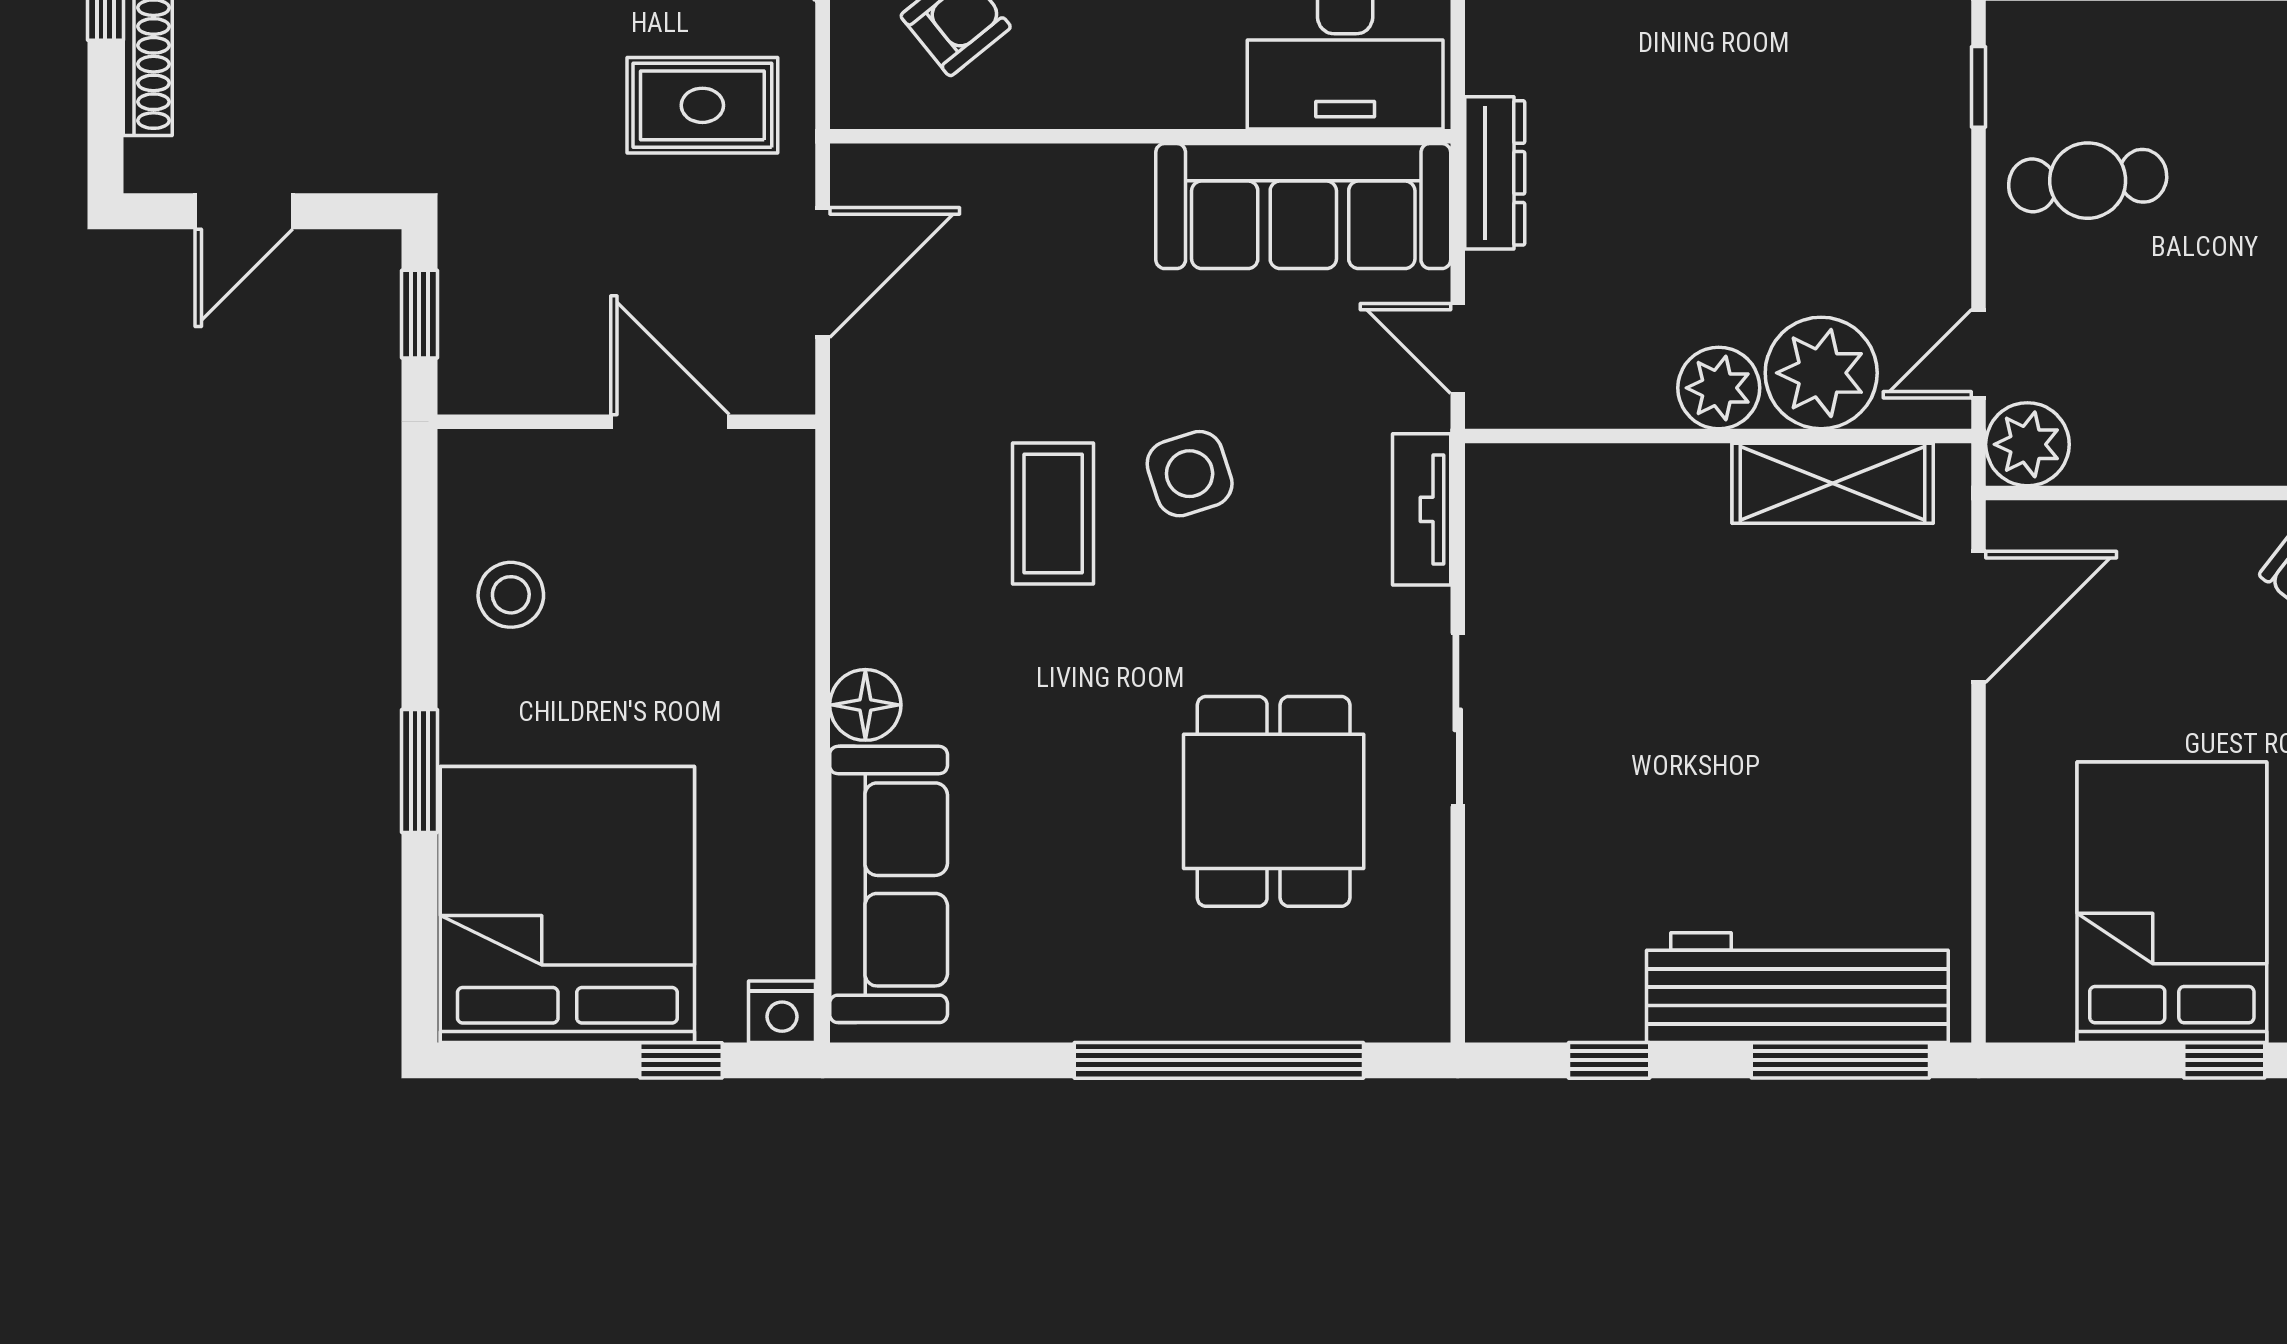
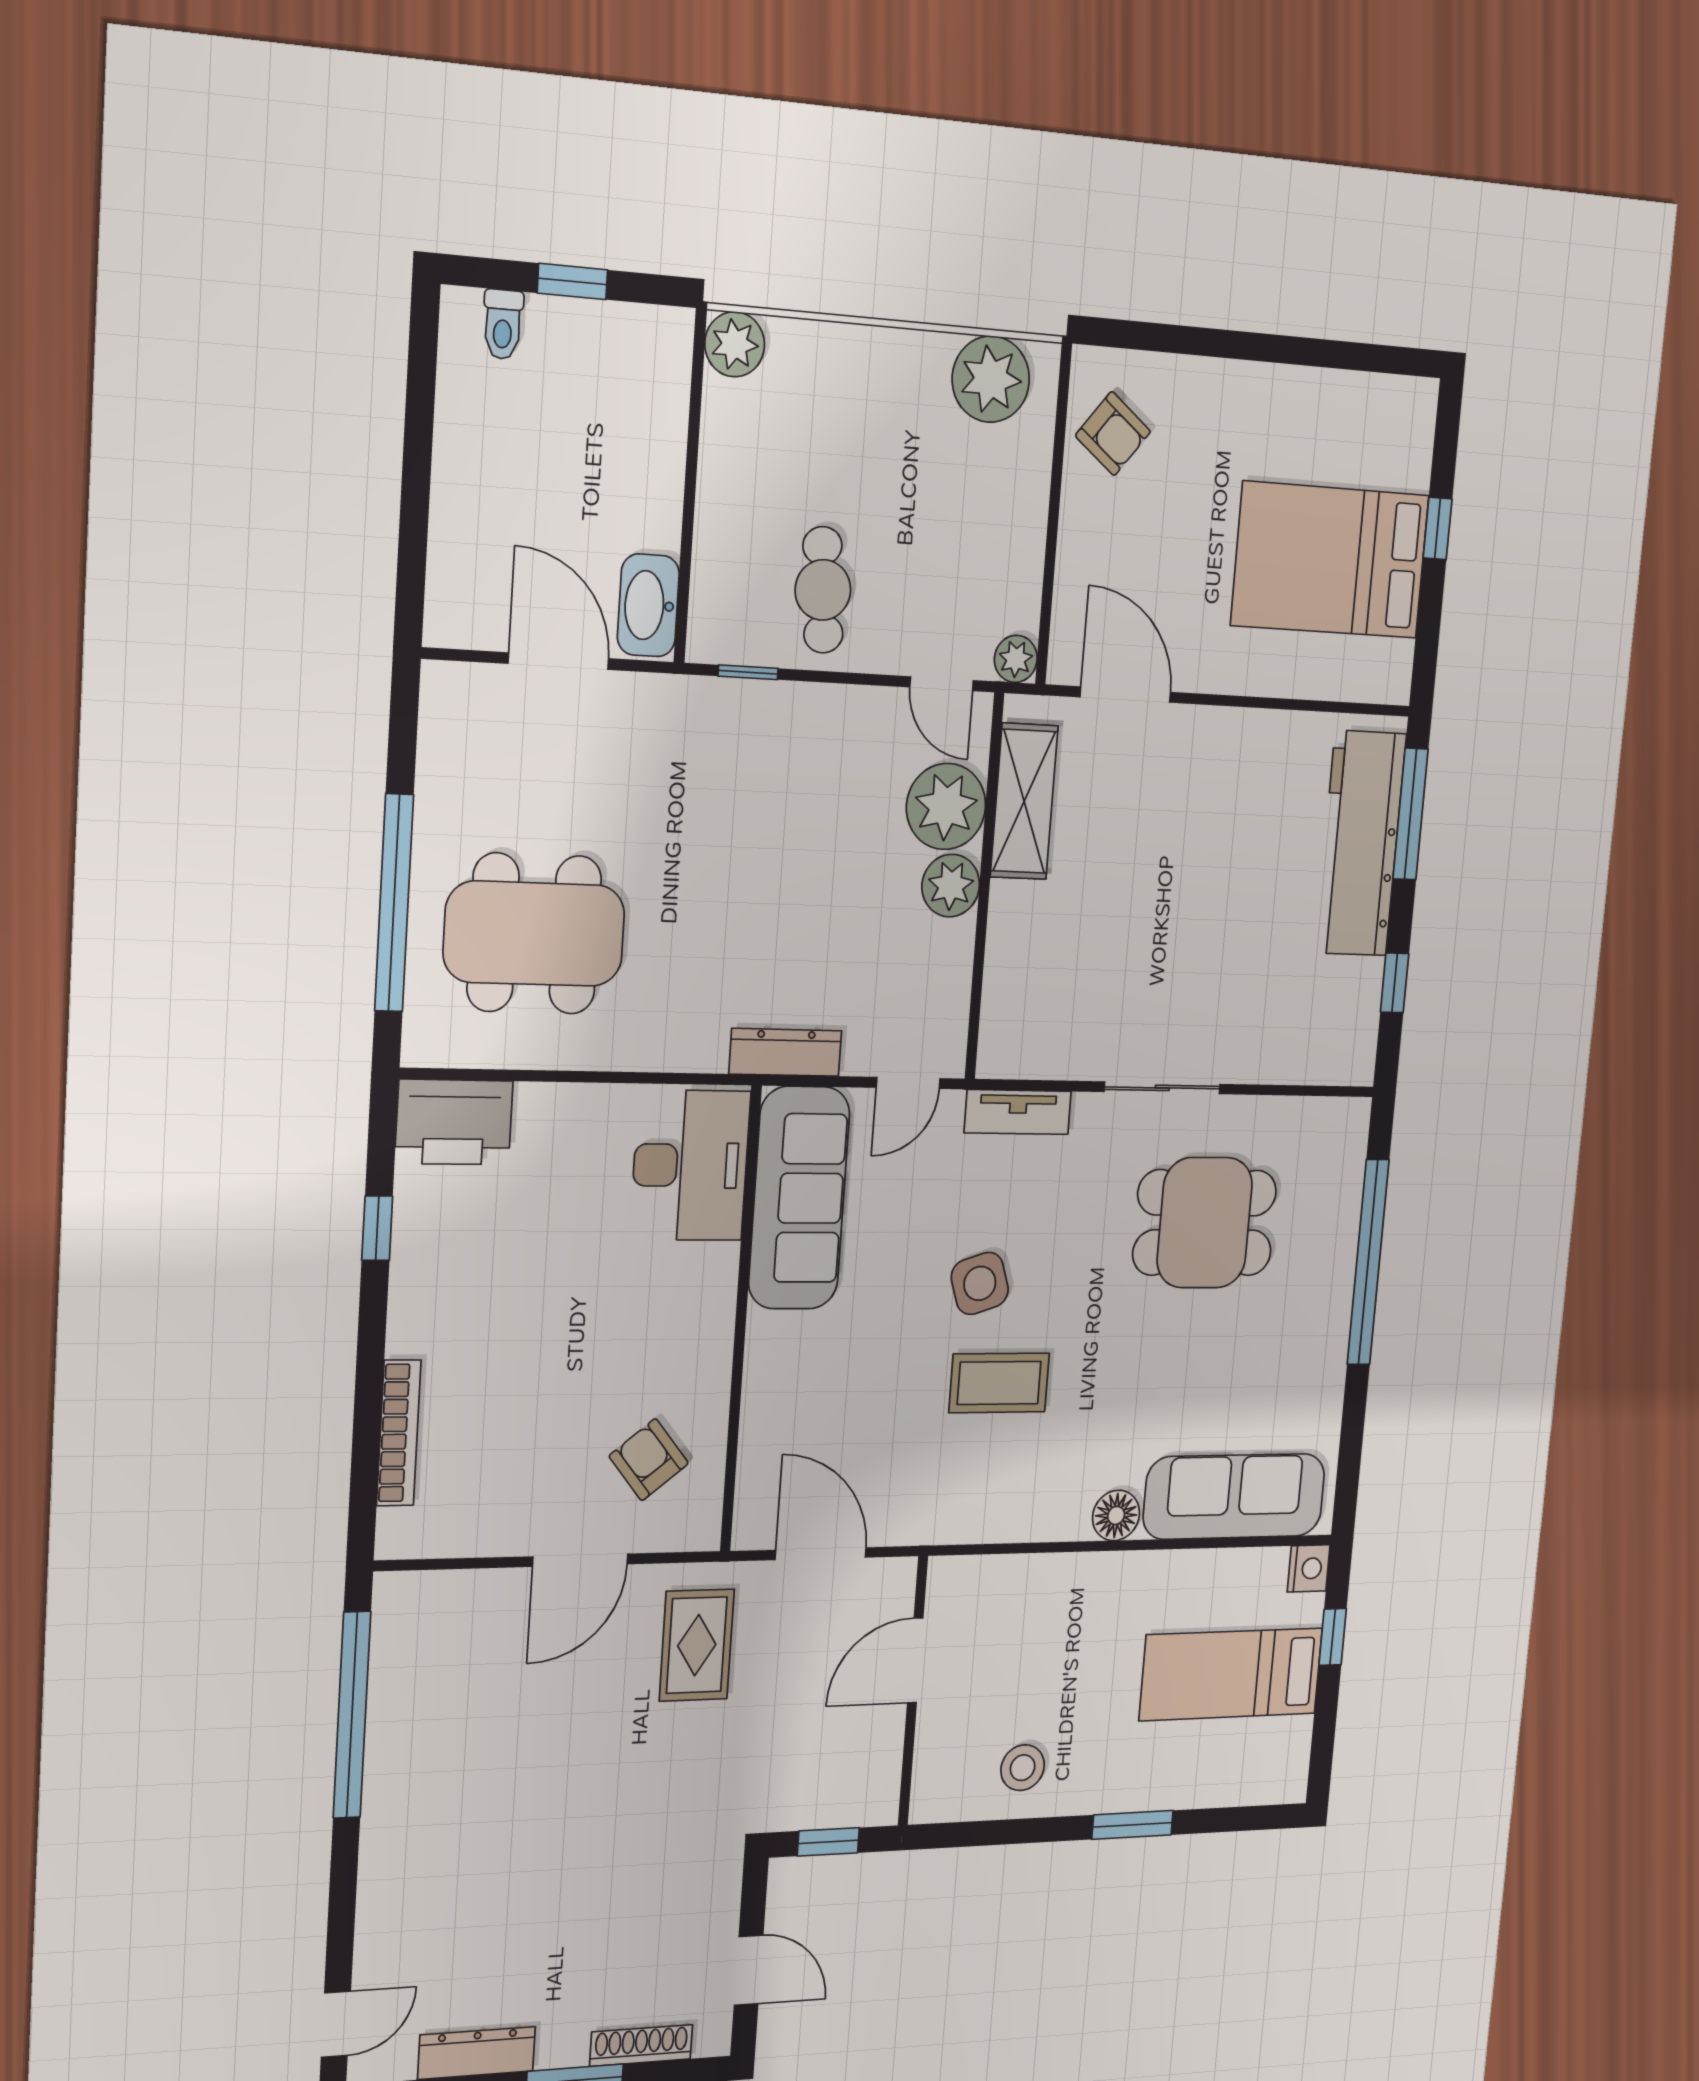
plant: (2027, 444) -> (1016, 659), width x0.73, depth x0.73
bed: (567, 904) -> (1231, 1674), width x0.49

